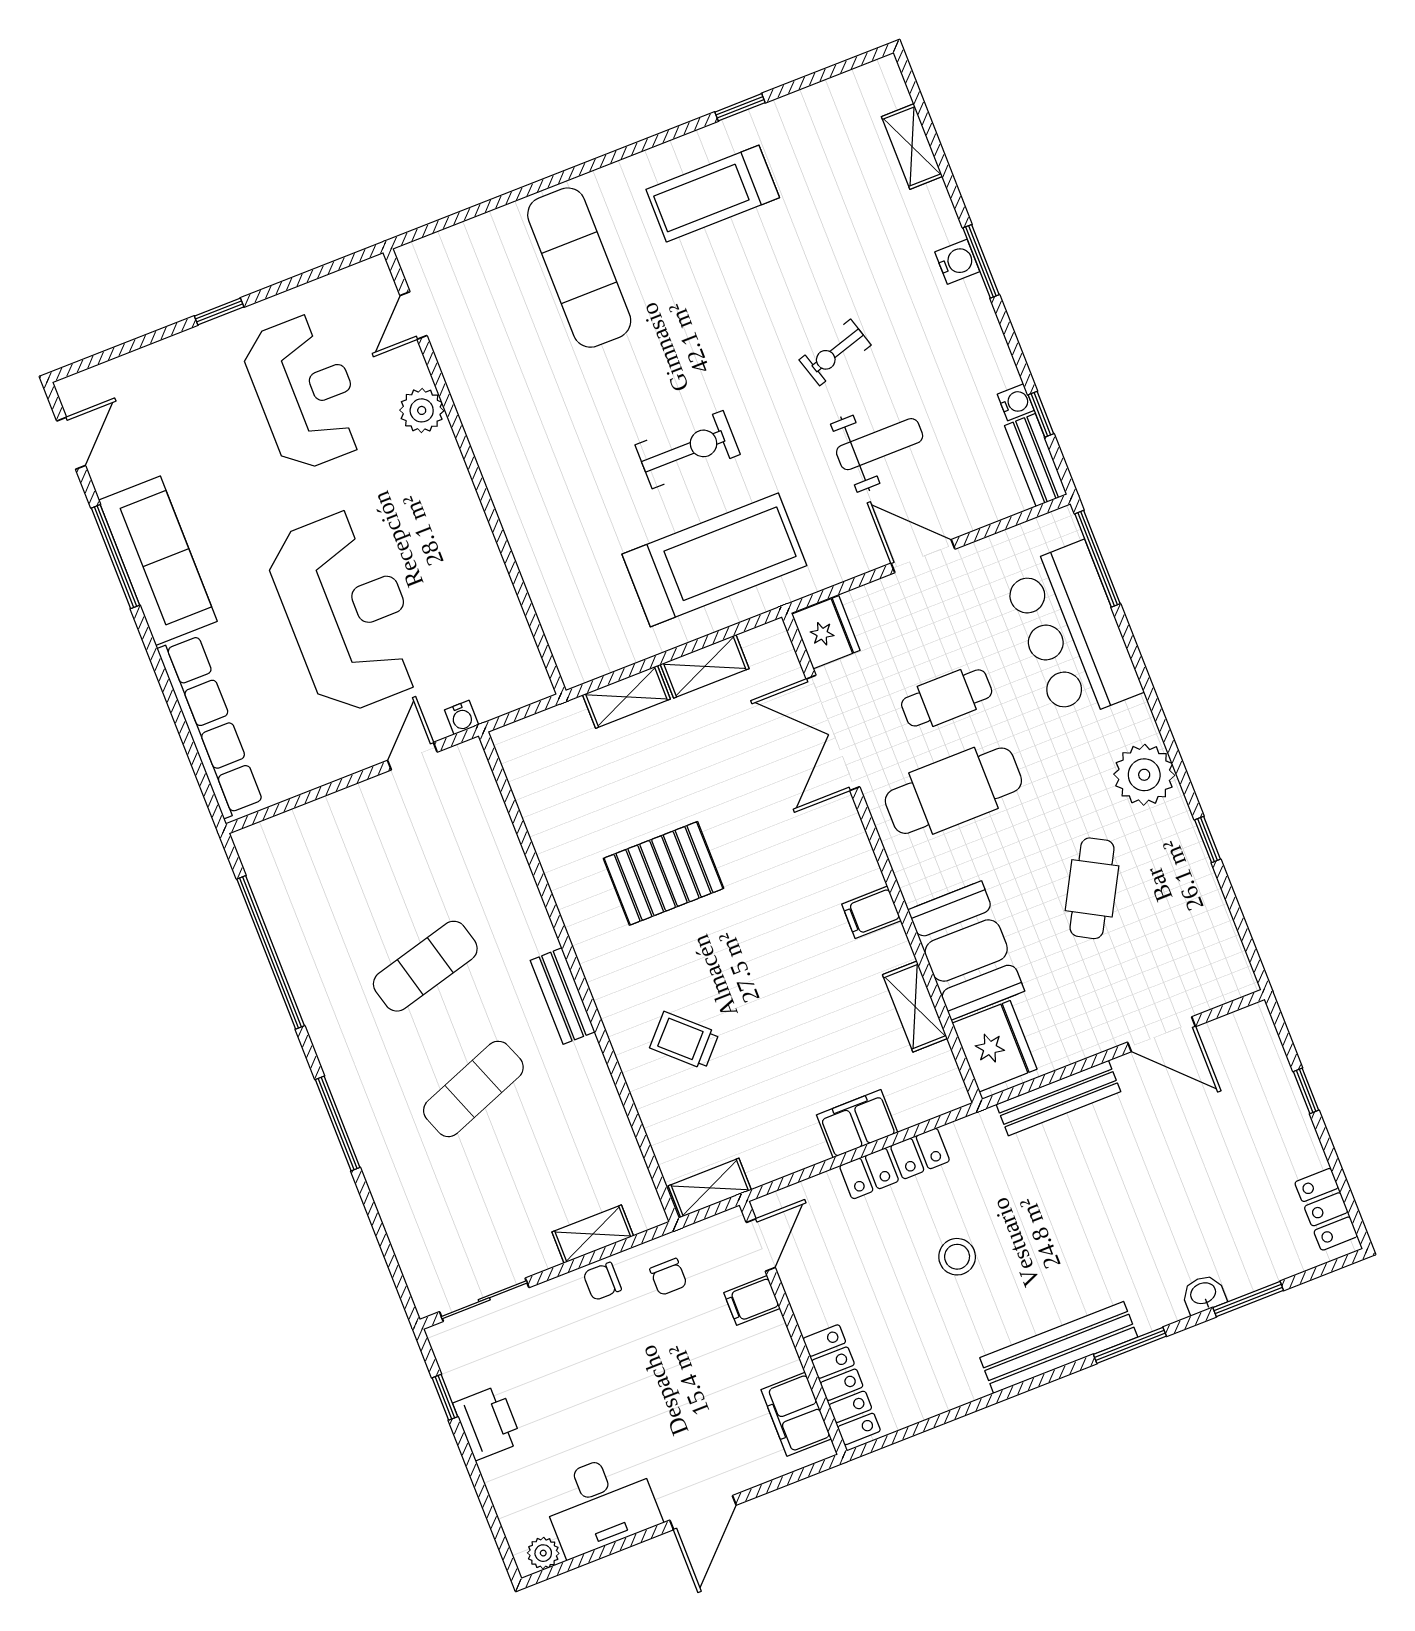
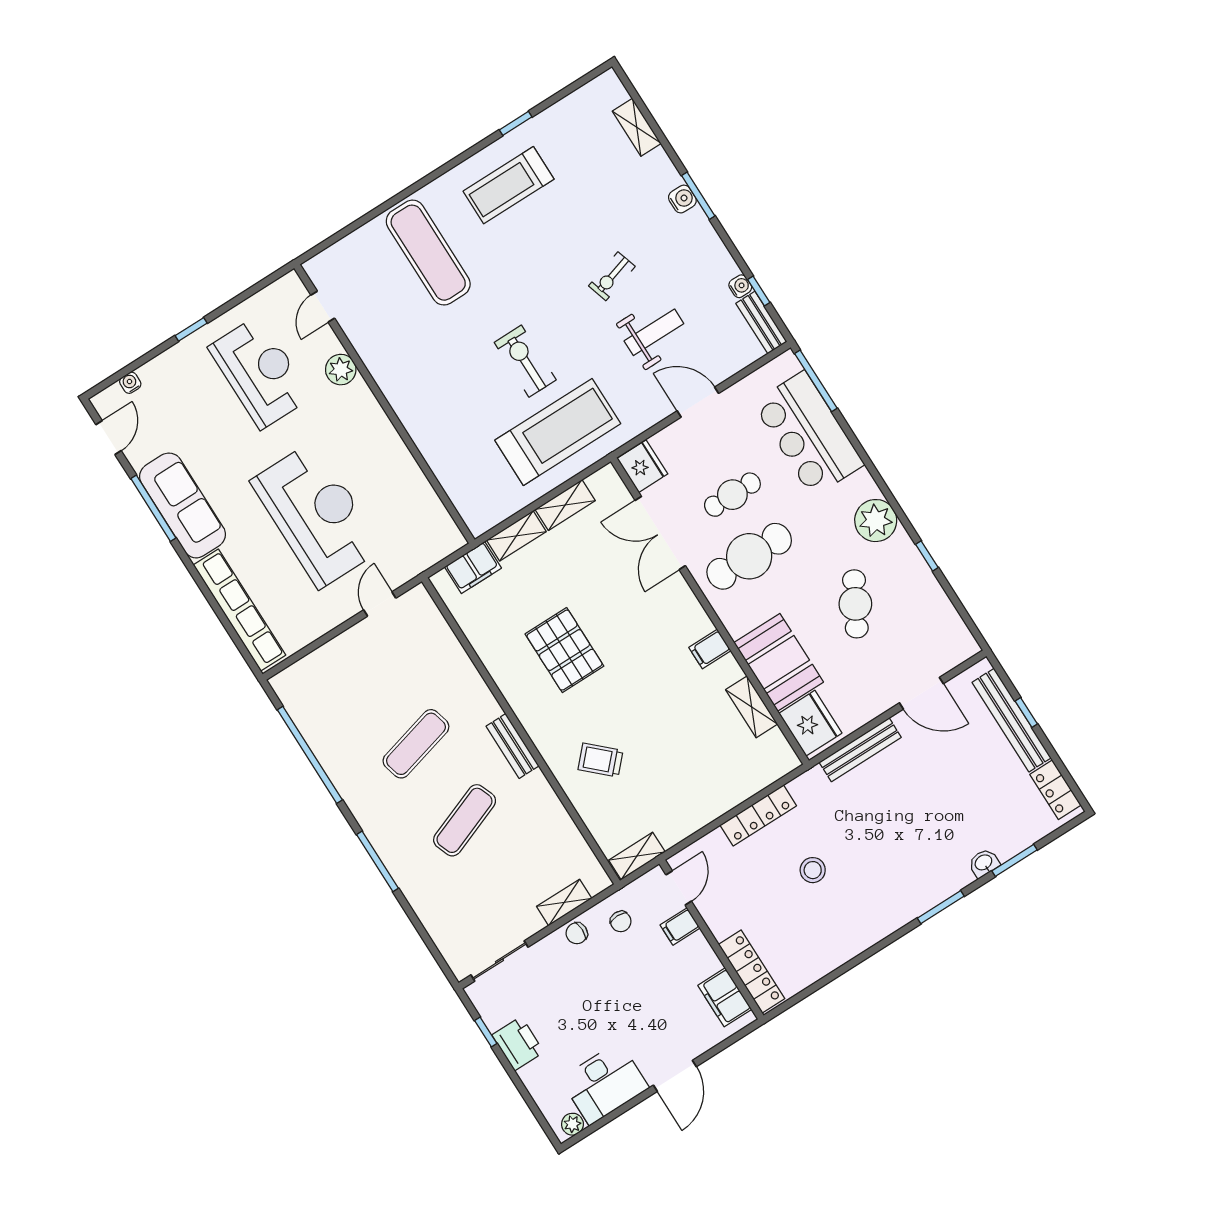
exercise bike: (688, 450) -> (525, 361), turned -90
water cooler: (462, 717) -> (130, 383), moved, turned 180
pallet: (663, 873) -> (564, 650), turned 90
filing cabinet: (857, 1124) -> (473, 568), moved, turned 180
bench: (1059, 1347) -> (1012, 720), moved, turned 90

